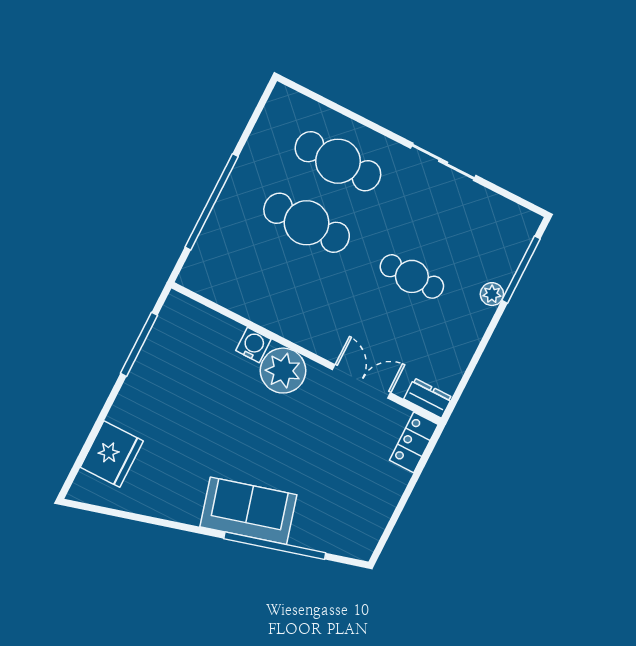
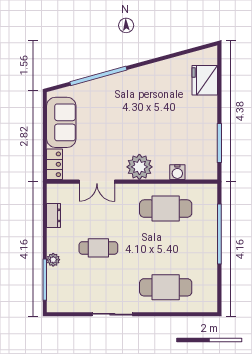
cafe table: (307, 223) -> (166, 209), moved
water cooler: (253, 345) -> (177, 172), moved
dresser: (428, 398) -> (54, 215), moved, turned -90
sofa: (248, 511) -> (61, 122), moved, turned -75

